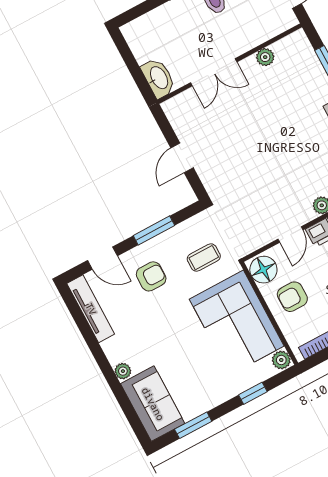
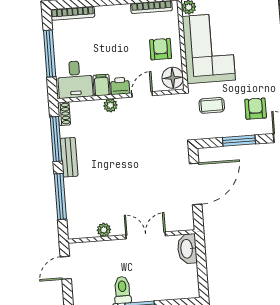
door: (182, 158) -> (196, 184), width x1.88
armchair: (151, 276) -> (256, 109), turned 90
armchair: (292, 297) -> (161, 49), turned -90

